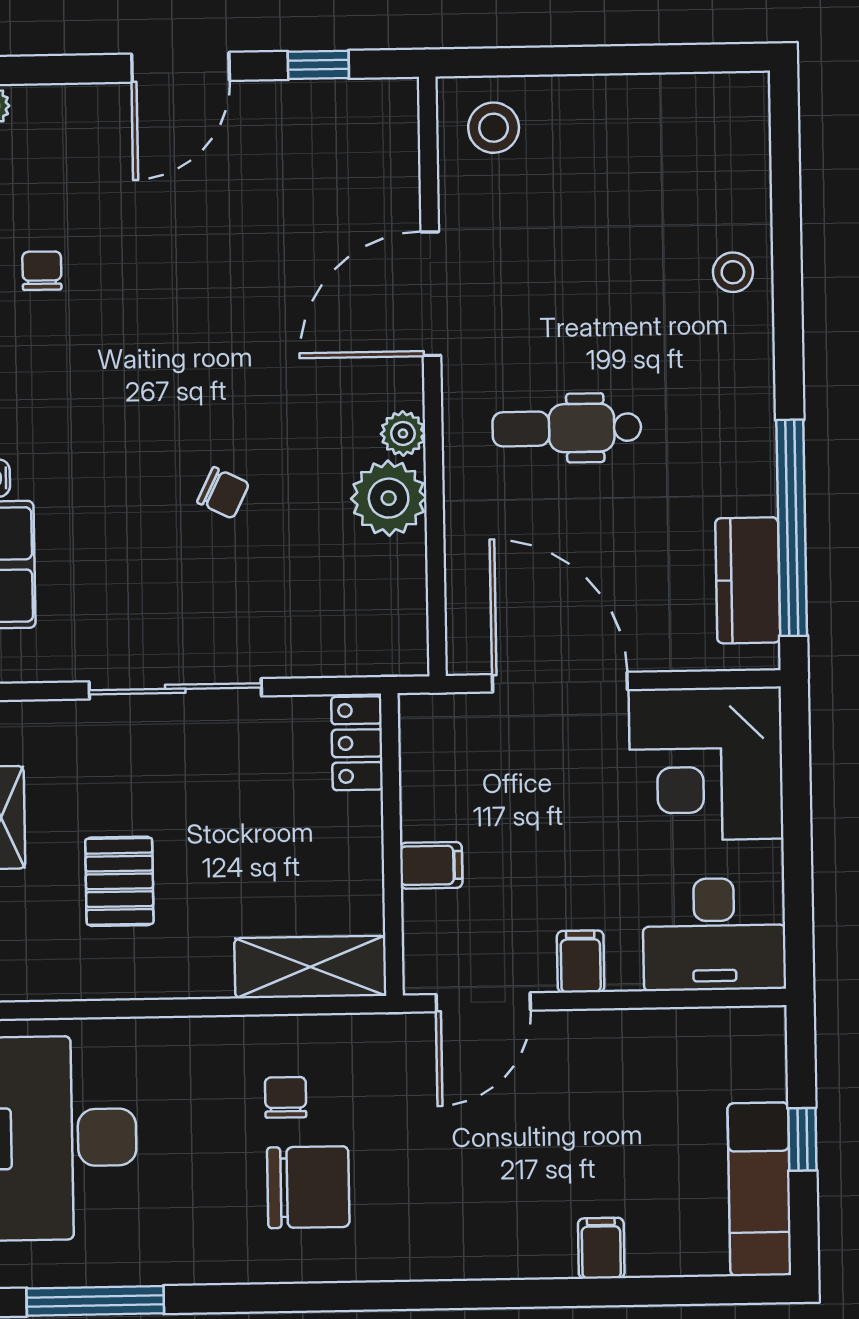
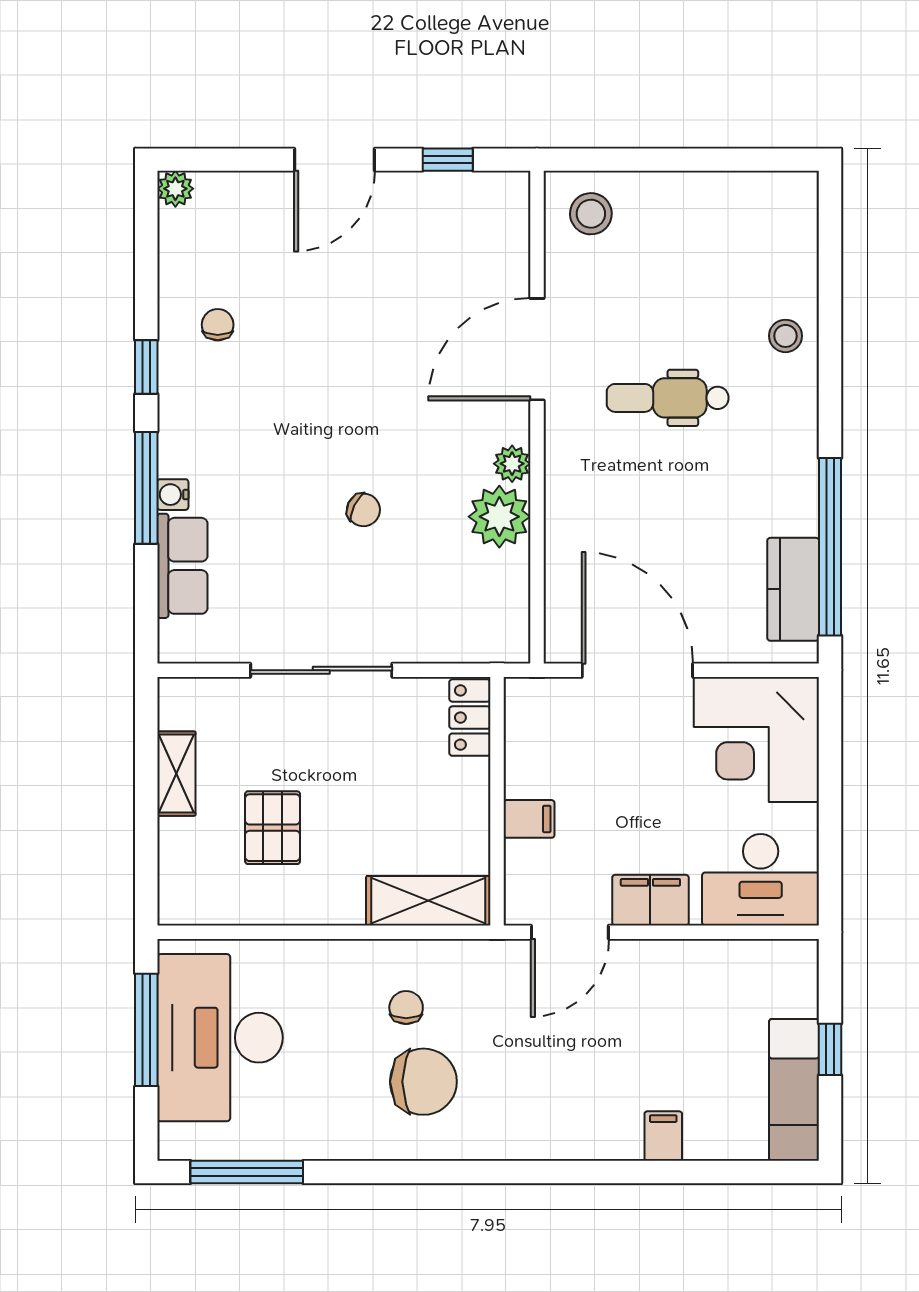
dental chair: (567, 428) -> (668, 398), moved
filing cabinet: (581, 962) -> (650, 900), width x2.00

